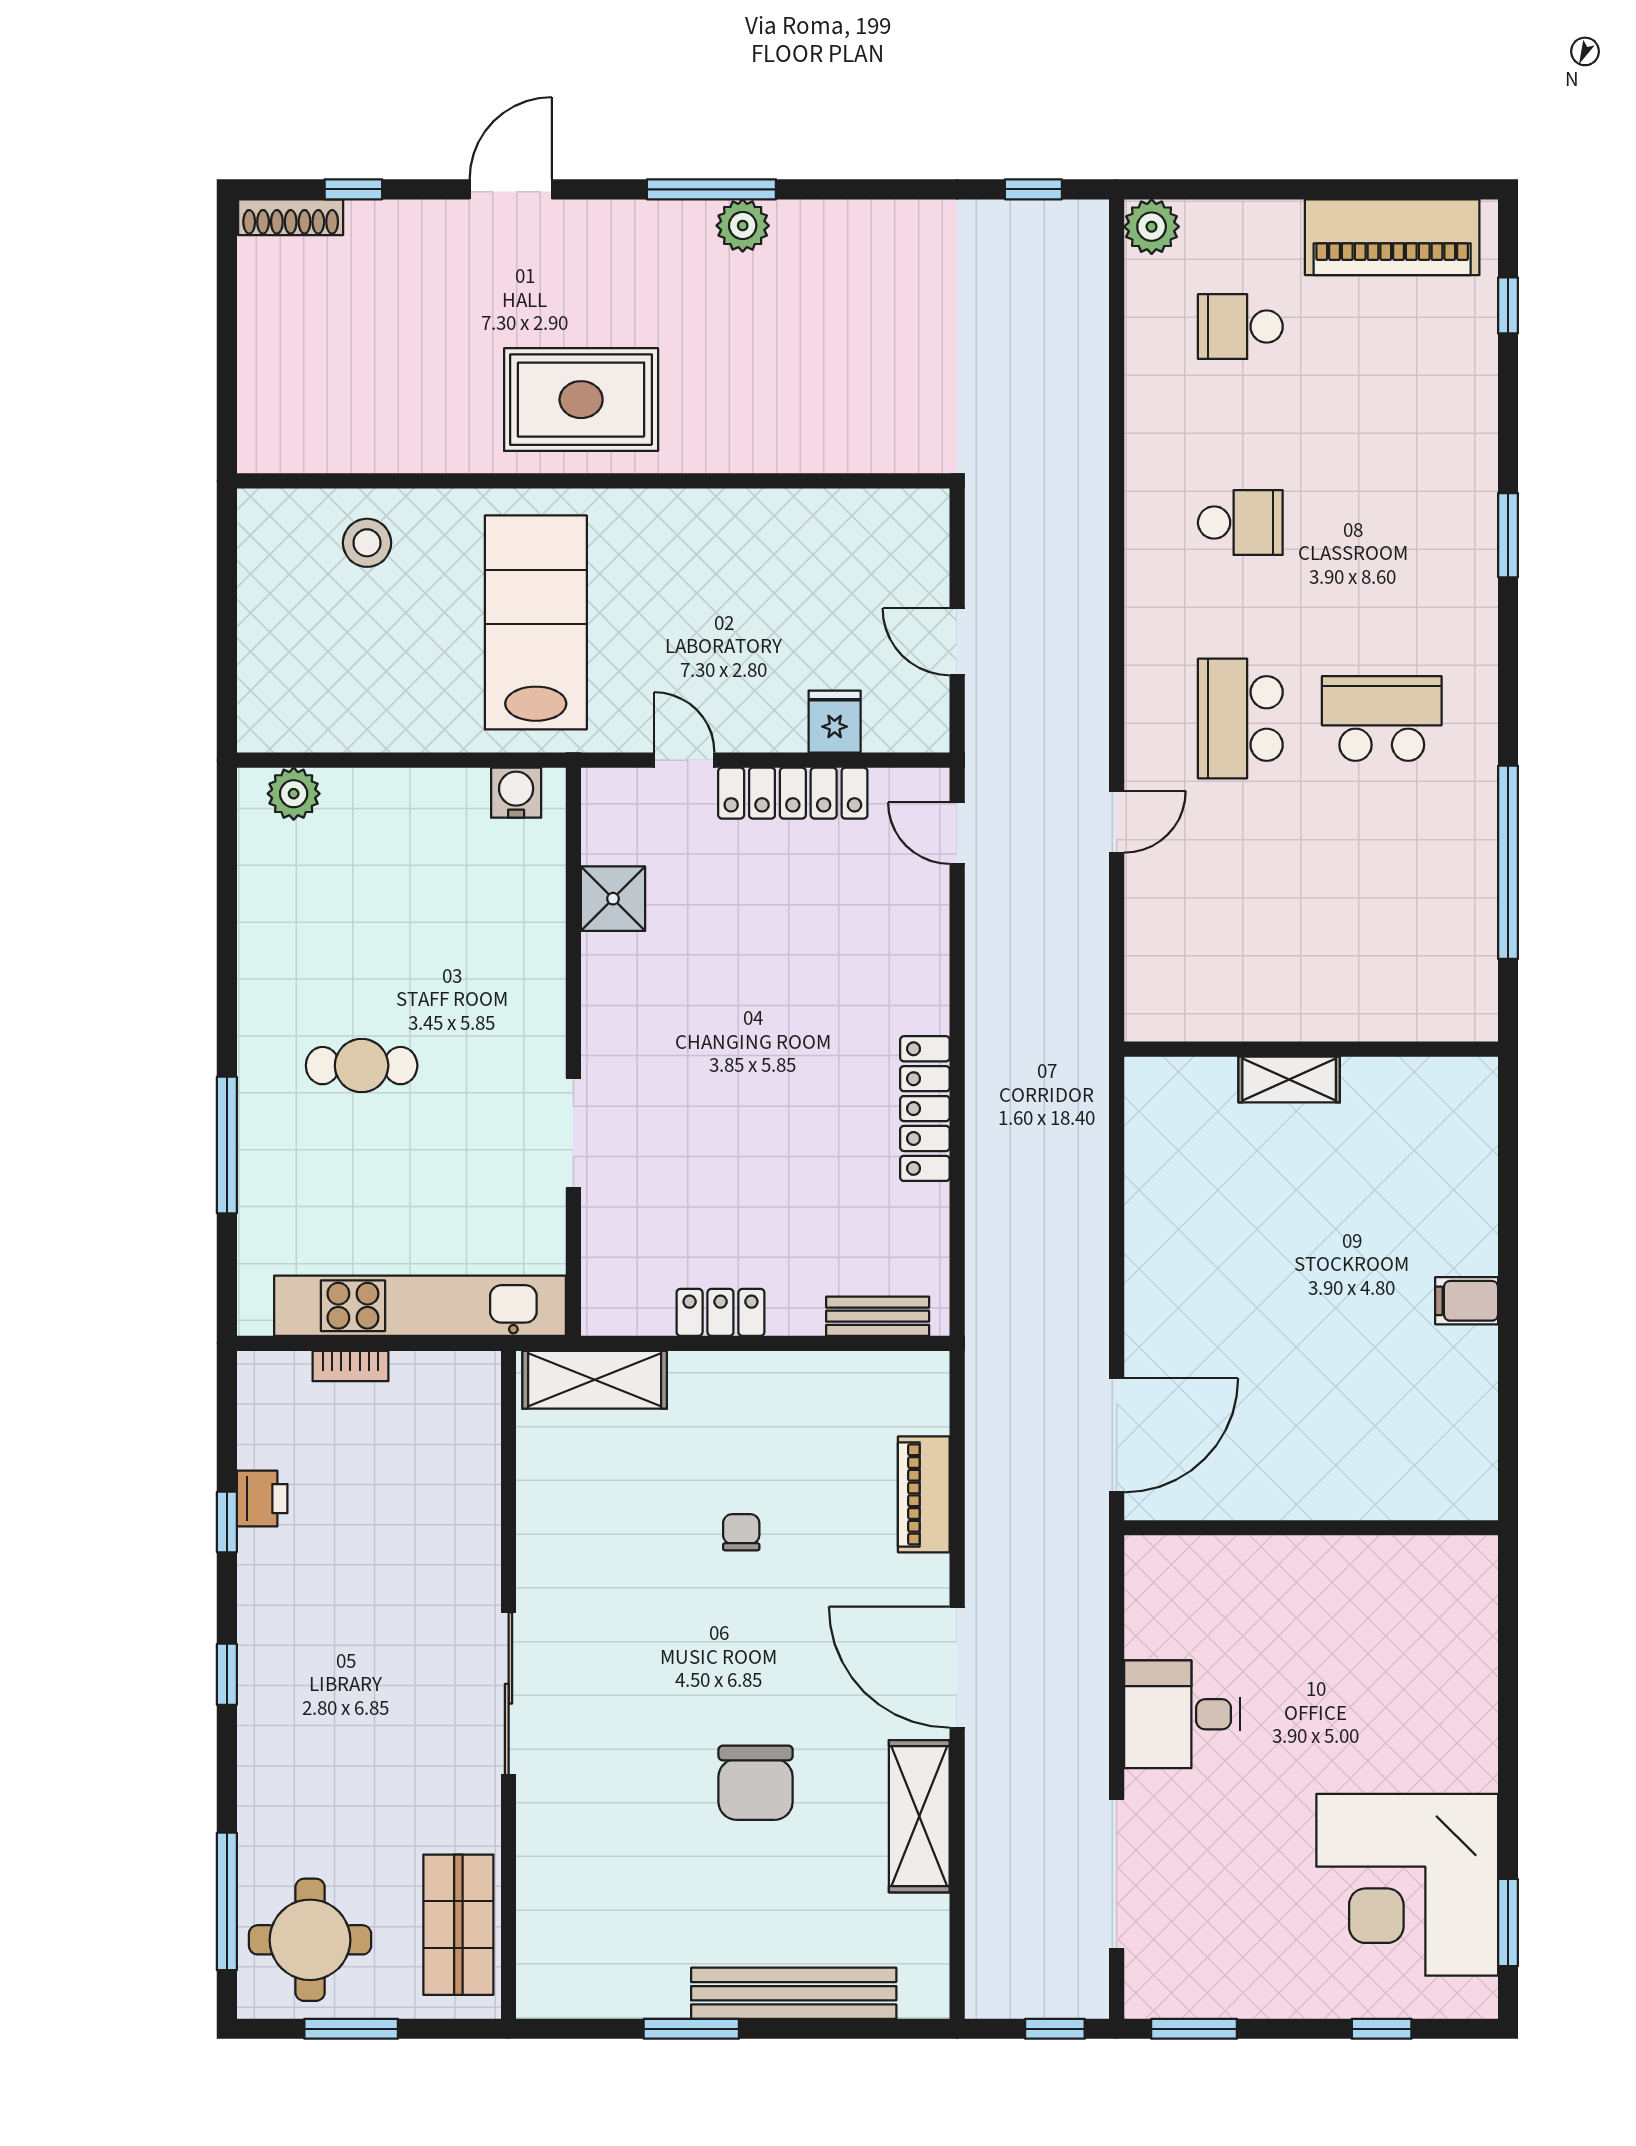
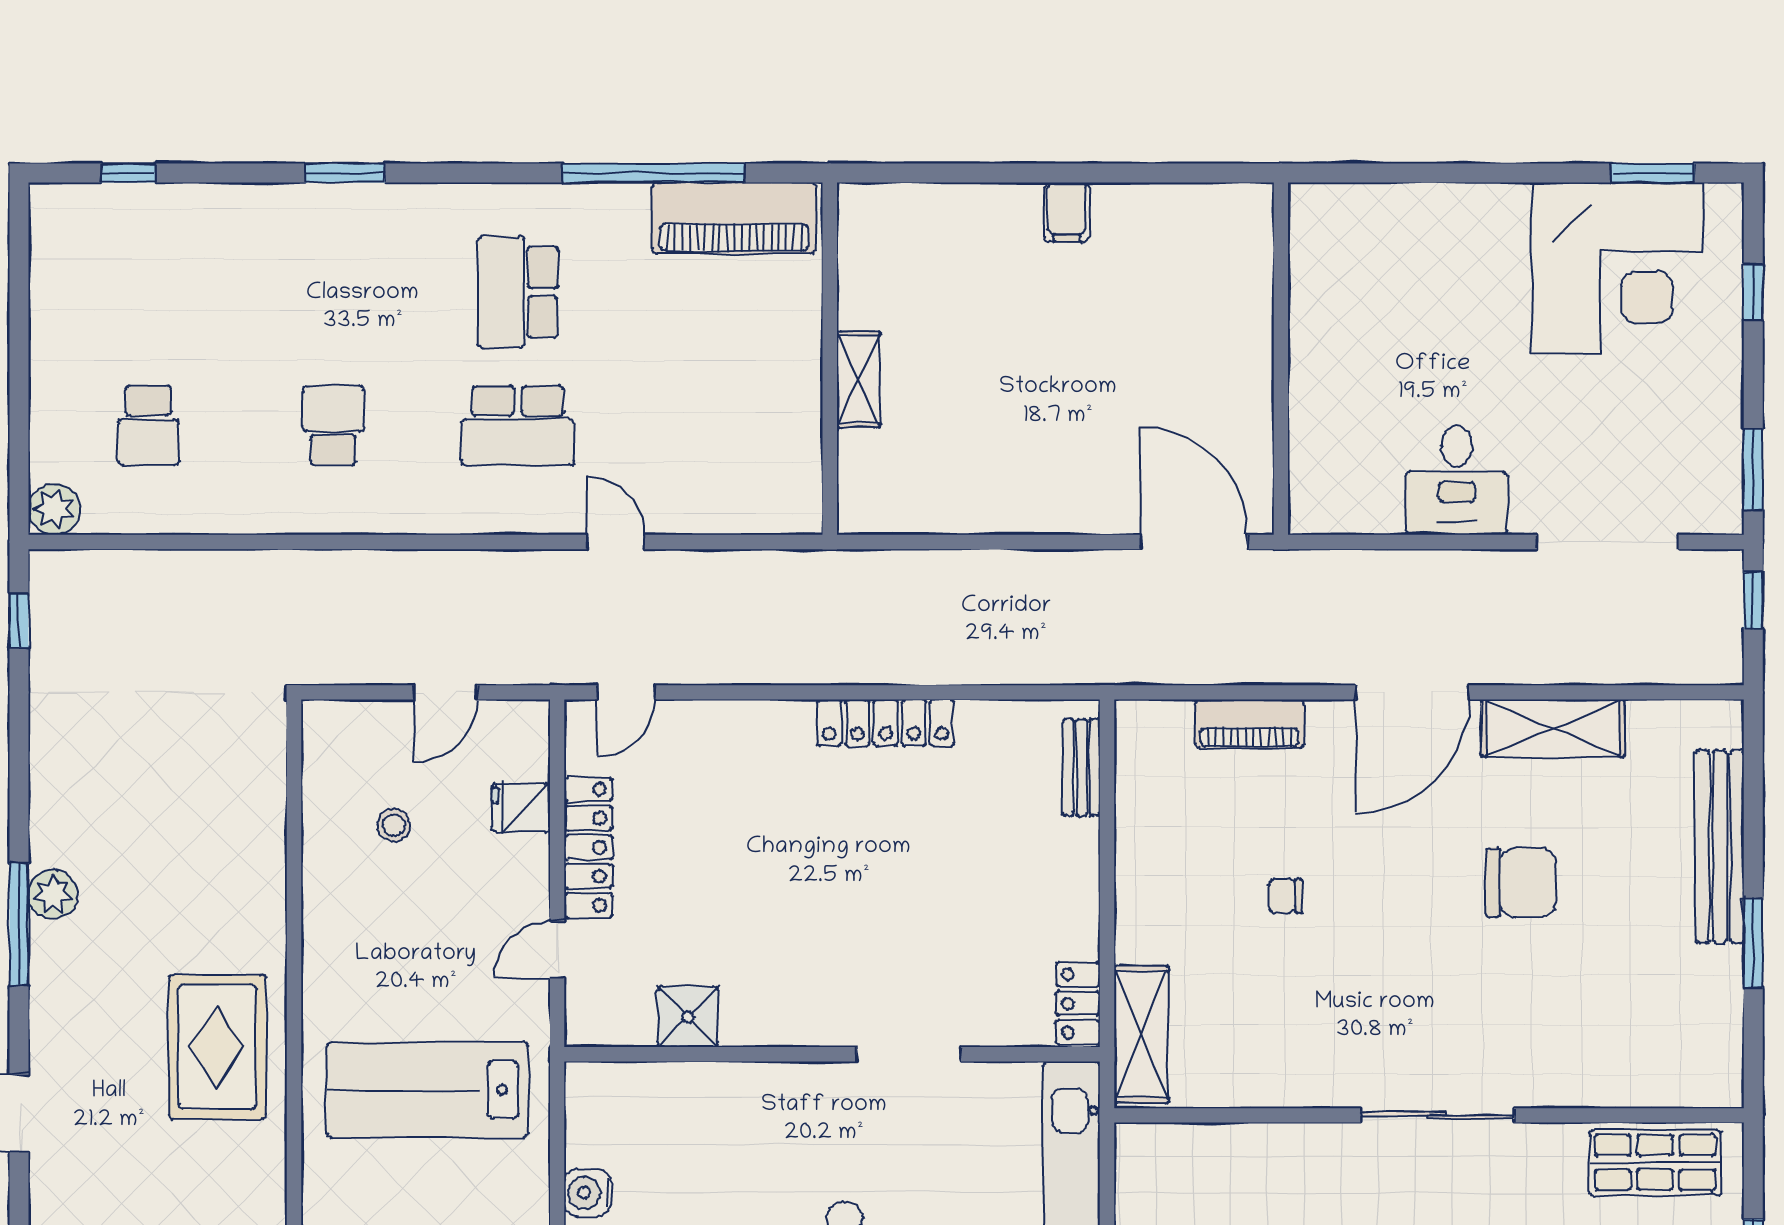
piano: (1392, 237) -> (734, 218), moved, turned 90
stool: (816, 587) -> (394, 825), added
water cooler: (516, 793) -> (588, 1193), moved
locker: (720, 1312) -> (1078, 1003), moved

